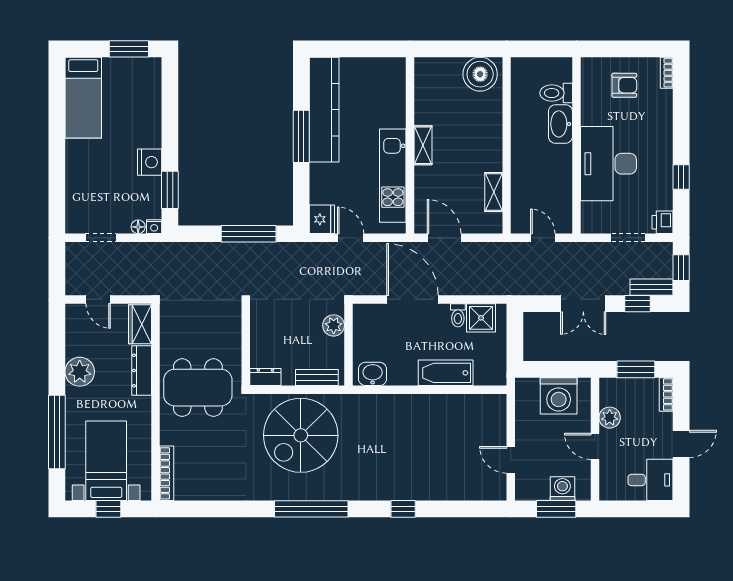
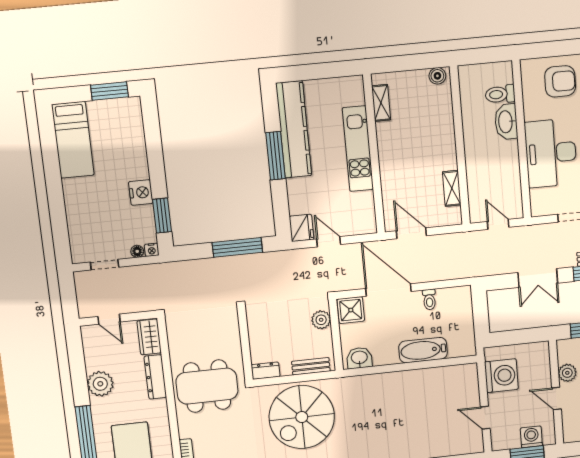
boiler: (480, 74) -> (437, 76), width x0.54, depth x0.54
armchair: (624, 85) -> (560, 81), width x1.38, depth x1.38
shelving: (423, 145) -> (381, 103), moved
kitchen unit: (393, 176) -> (358, 149), moved
shower: (481, 318) -> (351, 310), moved
washing machine: (559, 396) -> (501, 376), moved, turned -90

